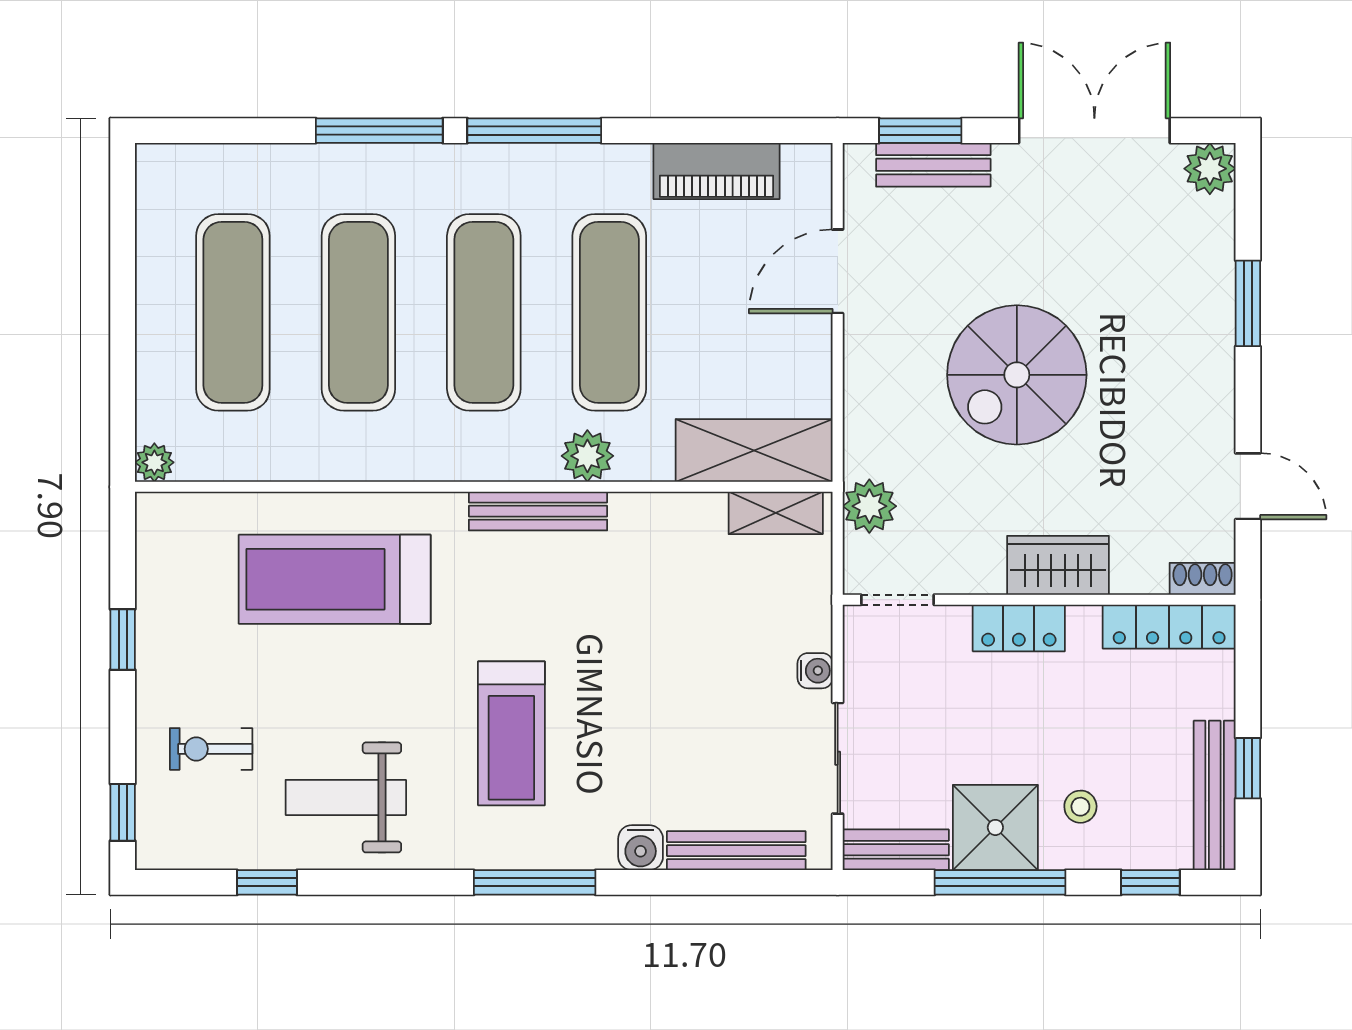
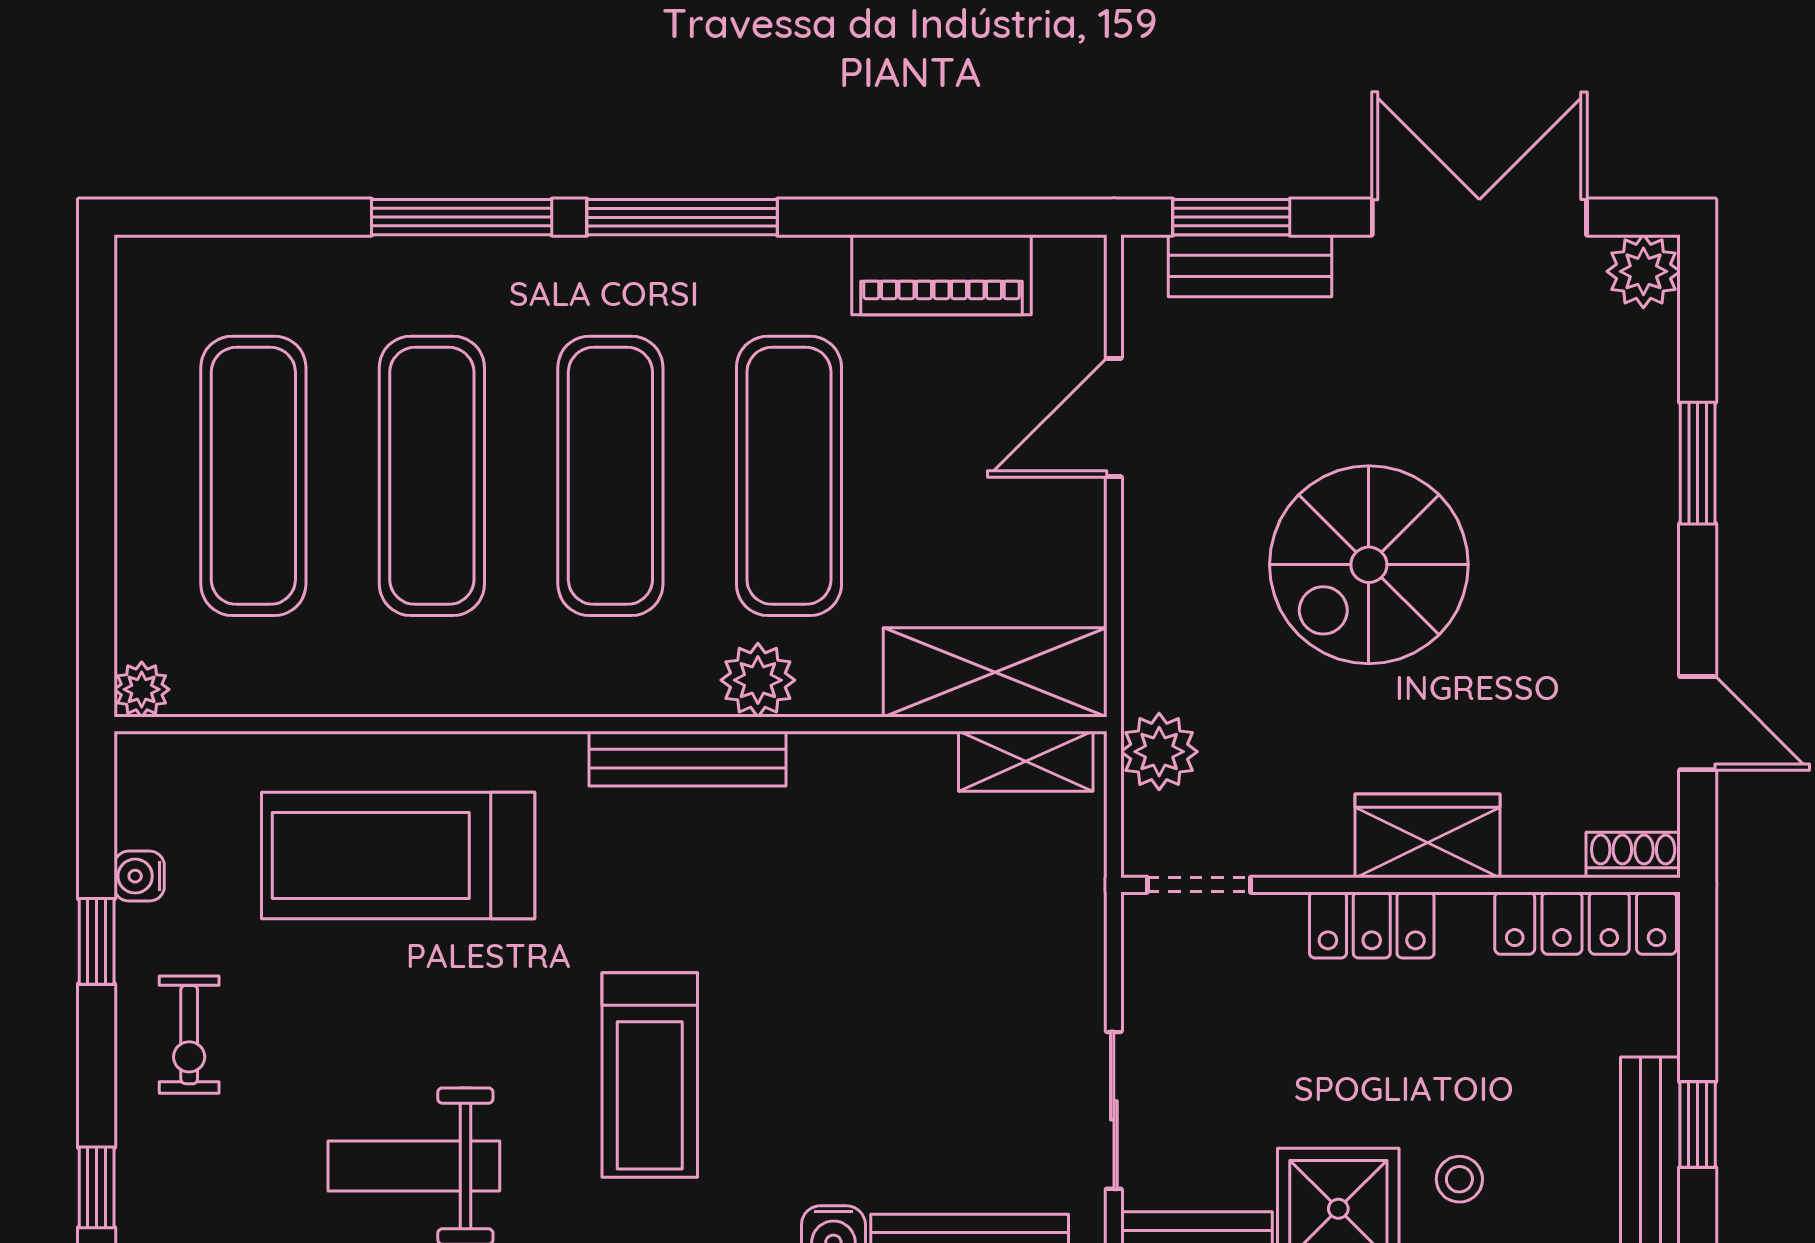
water cooler: (815, 671) -> (139, 876), moved, turned 180
exercise bike: (211, 749) -> (189, 1035), moved, turned -90

